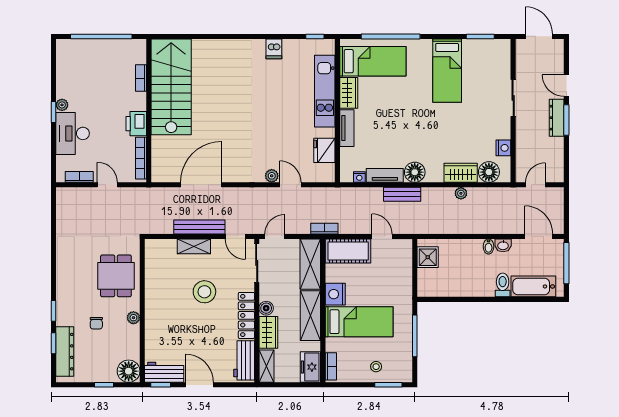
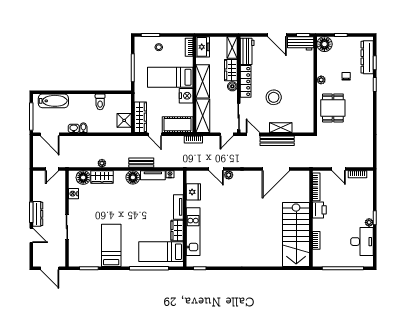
dishwasher: (274, 49) -> (227, 260), removed
desk: (73, 133) -> (362, 242), moved
wardrobe: (403, 262) -> (140, 117), added
toilet: (503, 285) -> (100, 102), moved

